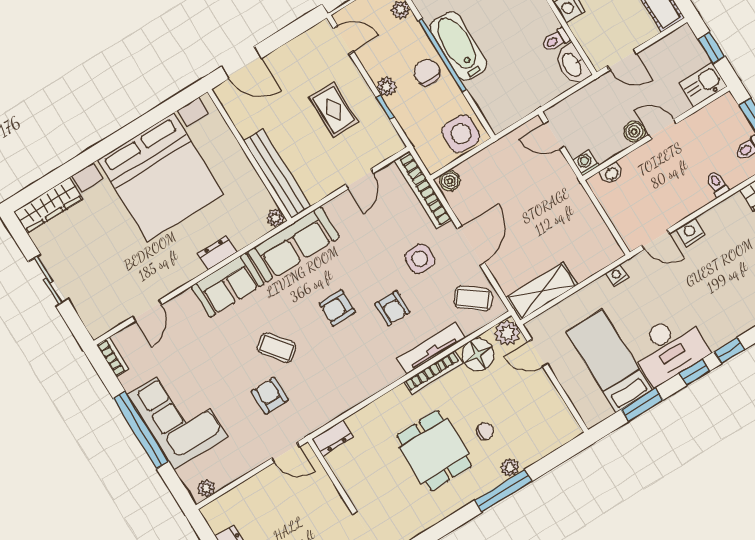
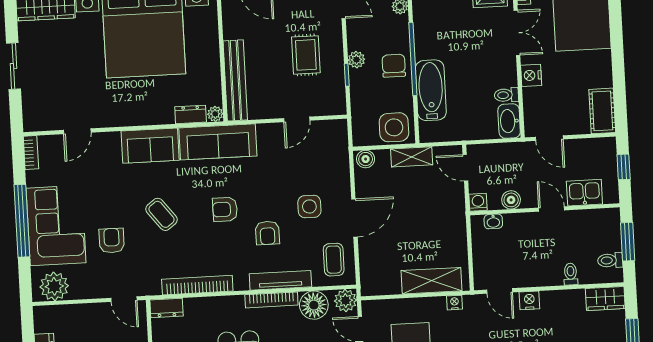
bathtub: (458, 46) -> (431, 90), moved
kitchen sink: (703, 85) -> (584, 193), moved
boiler: (634, 132) -> (511, 200), moved
shelving: (495, 154) -> (412, 157), added
bookcase: (423, 190) -> (197, 285), moved, turned 90
dresser: (217, 253) -> (191, 114), moved
shelving: (542, 291) -> (432, 281), moved
coffee table: (473, 298) -> (334, 260), turned 51
armchair: (270, 396) -> (112, 241), moved
plant: (206, 488) -> (54, 286), width x1.88, depth x1.88

